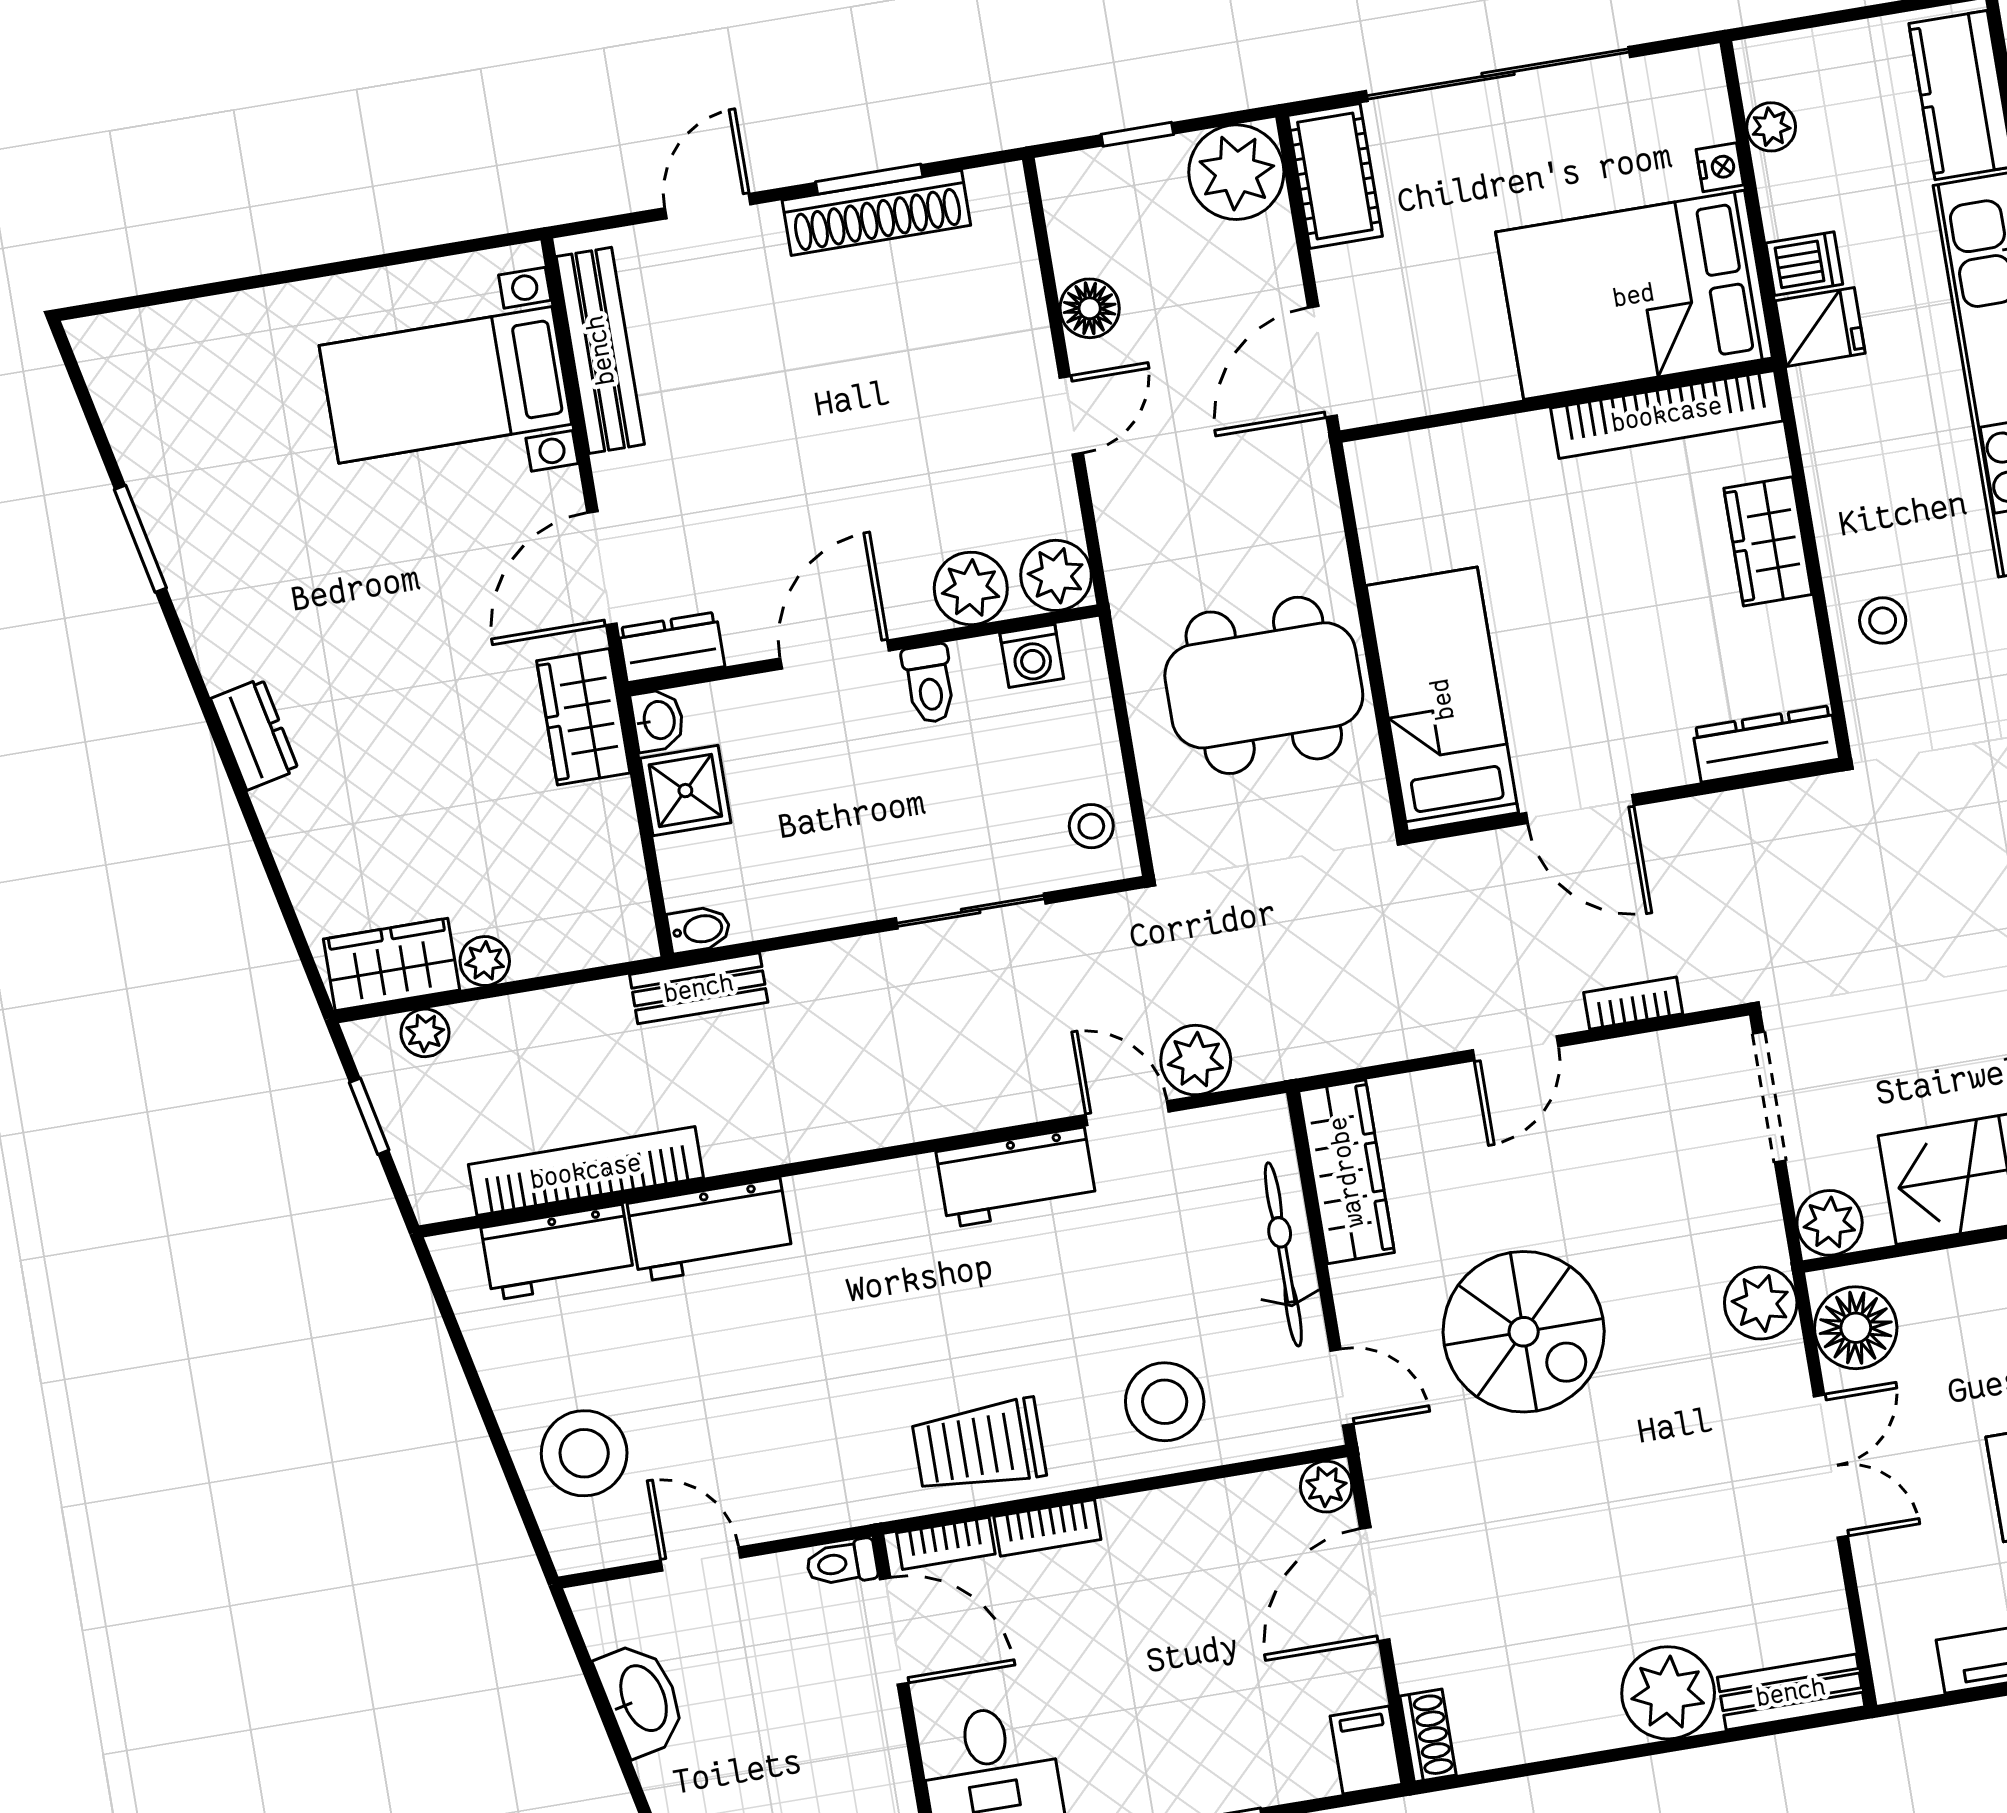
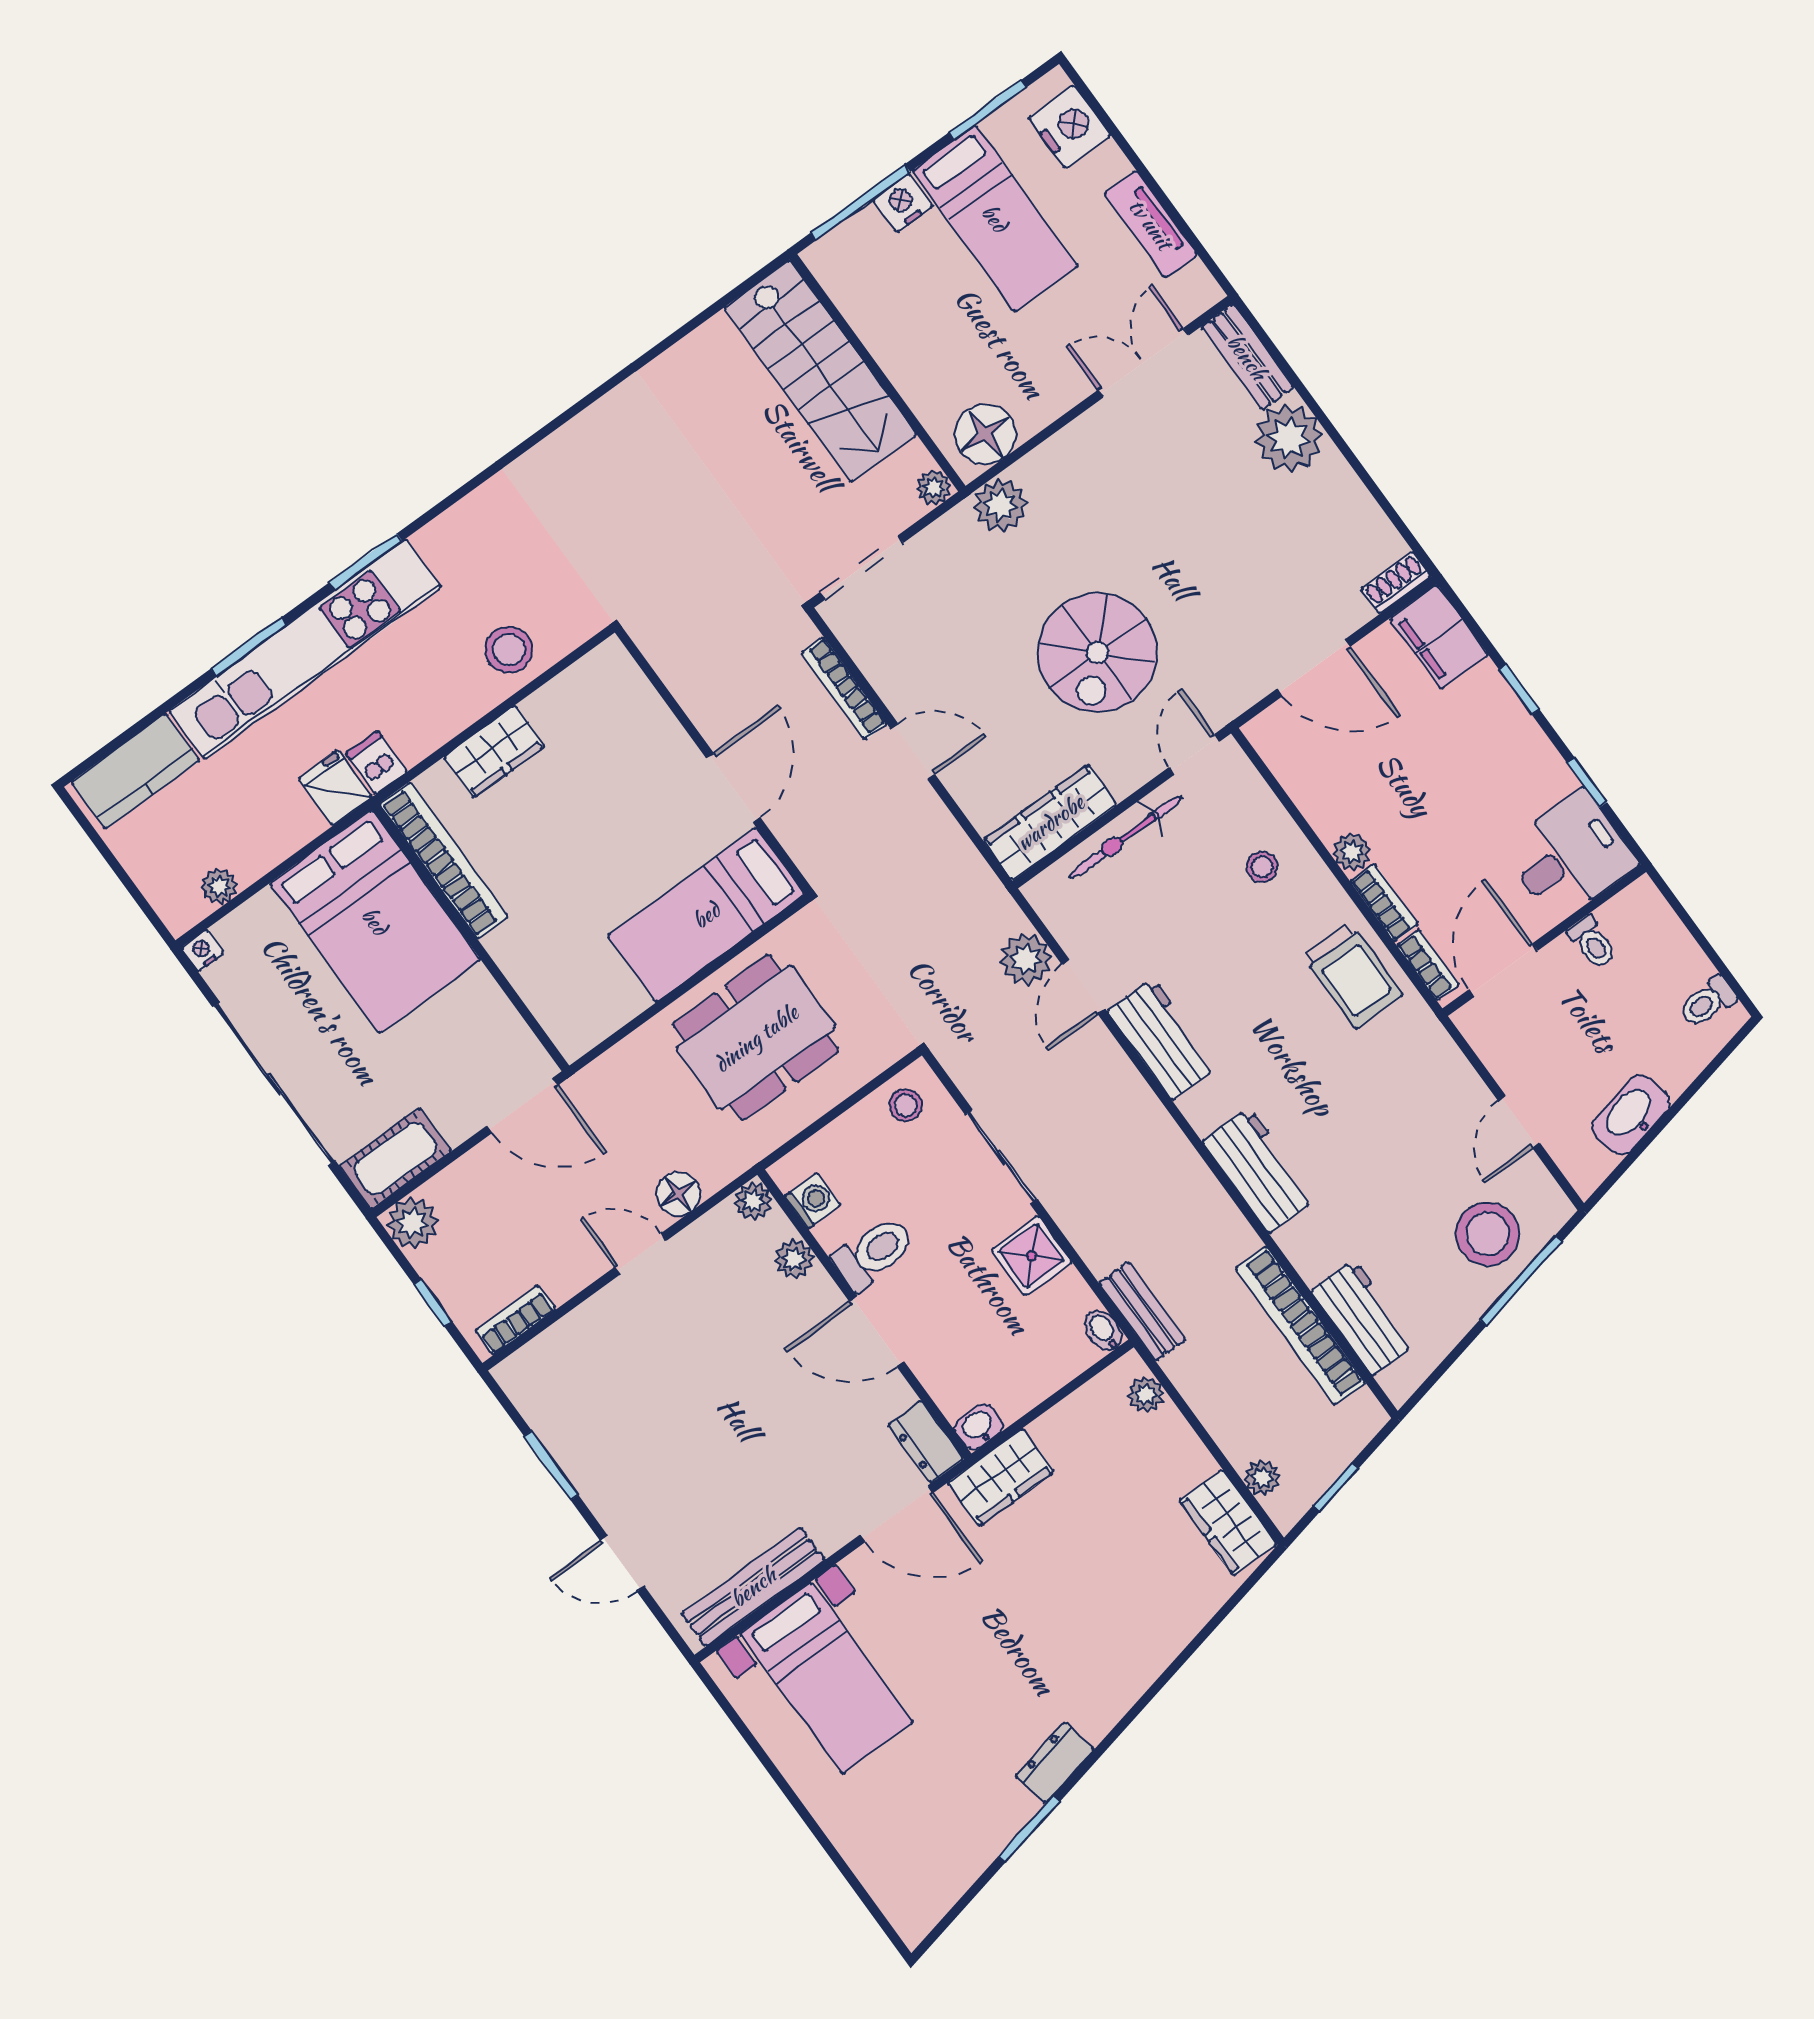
nightstand: (1720, 167) -> (202, 951), moved
plant: (1236, 172) -> (412, 1223), width x0.73, depth x0.73
shoe rack: (876, 213) -> (571, 1450), removed
bookcase: (1067, 224) -> (515, 1320), added
dishwasher: (1804, 264) -> (376, 763), moved
floor lamp: (1090, 308) -> (678, 1194), moved
plant: (1056, 575) -> (753, 1201), width x0.73, depth x0.73
plant: (971, 588) -> (794, 1259), width x0.73, depth x0.73
stool: (1883, 621) -> (509, 650), width x1.37, depth x1.37
toilet: (929, 684) -> (874, 1253), width x1.37, depth x1.39
dining table: (1264, 685) -> (756, 1038), turned 90
dresser: (254, 734) -> (1055, 1762), moved
dresser: (1766, 744) -> (629, 686), removed
shower: (685, 791) -> (1032, 1256), moved
plant: (485, 961) -> (1146, 1394), moved
bookcase: (1633, 1003) -> (844, 688), width x1.56
plant: (1830, 1223) -> (934, 488), width x0.73, depth x0.73
workbench: (710, 1230) -> (1259, 1170), moved
spiral stairs: (1524, 1332) -> (1097, 653), turned 180
stool: (1165, 1402) -> (1262, 867), width x0.53, depth x0.53
window: (507, 1465) -> (1521, 1281), added
double door: (1831, 1466) -> (1143, 363), moved
plant: (1326, 1487) -> (1352, 852), moved
toilet: (842, 1563) -> (1592, 942), moved
filing cabinet: (1366, 1750) -> (1439, 637), width x2.00

